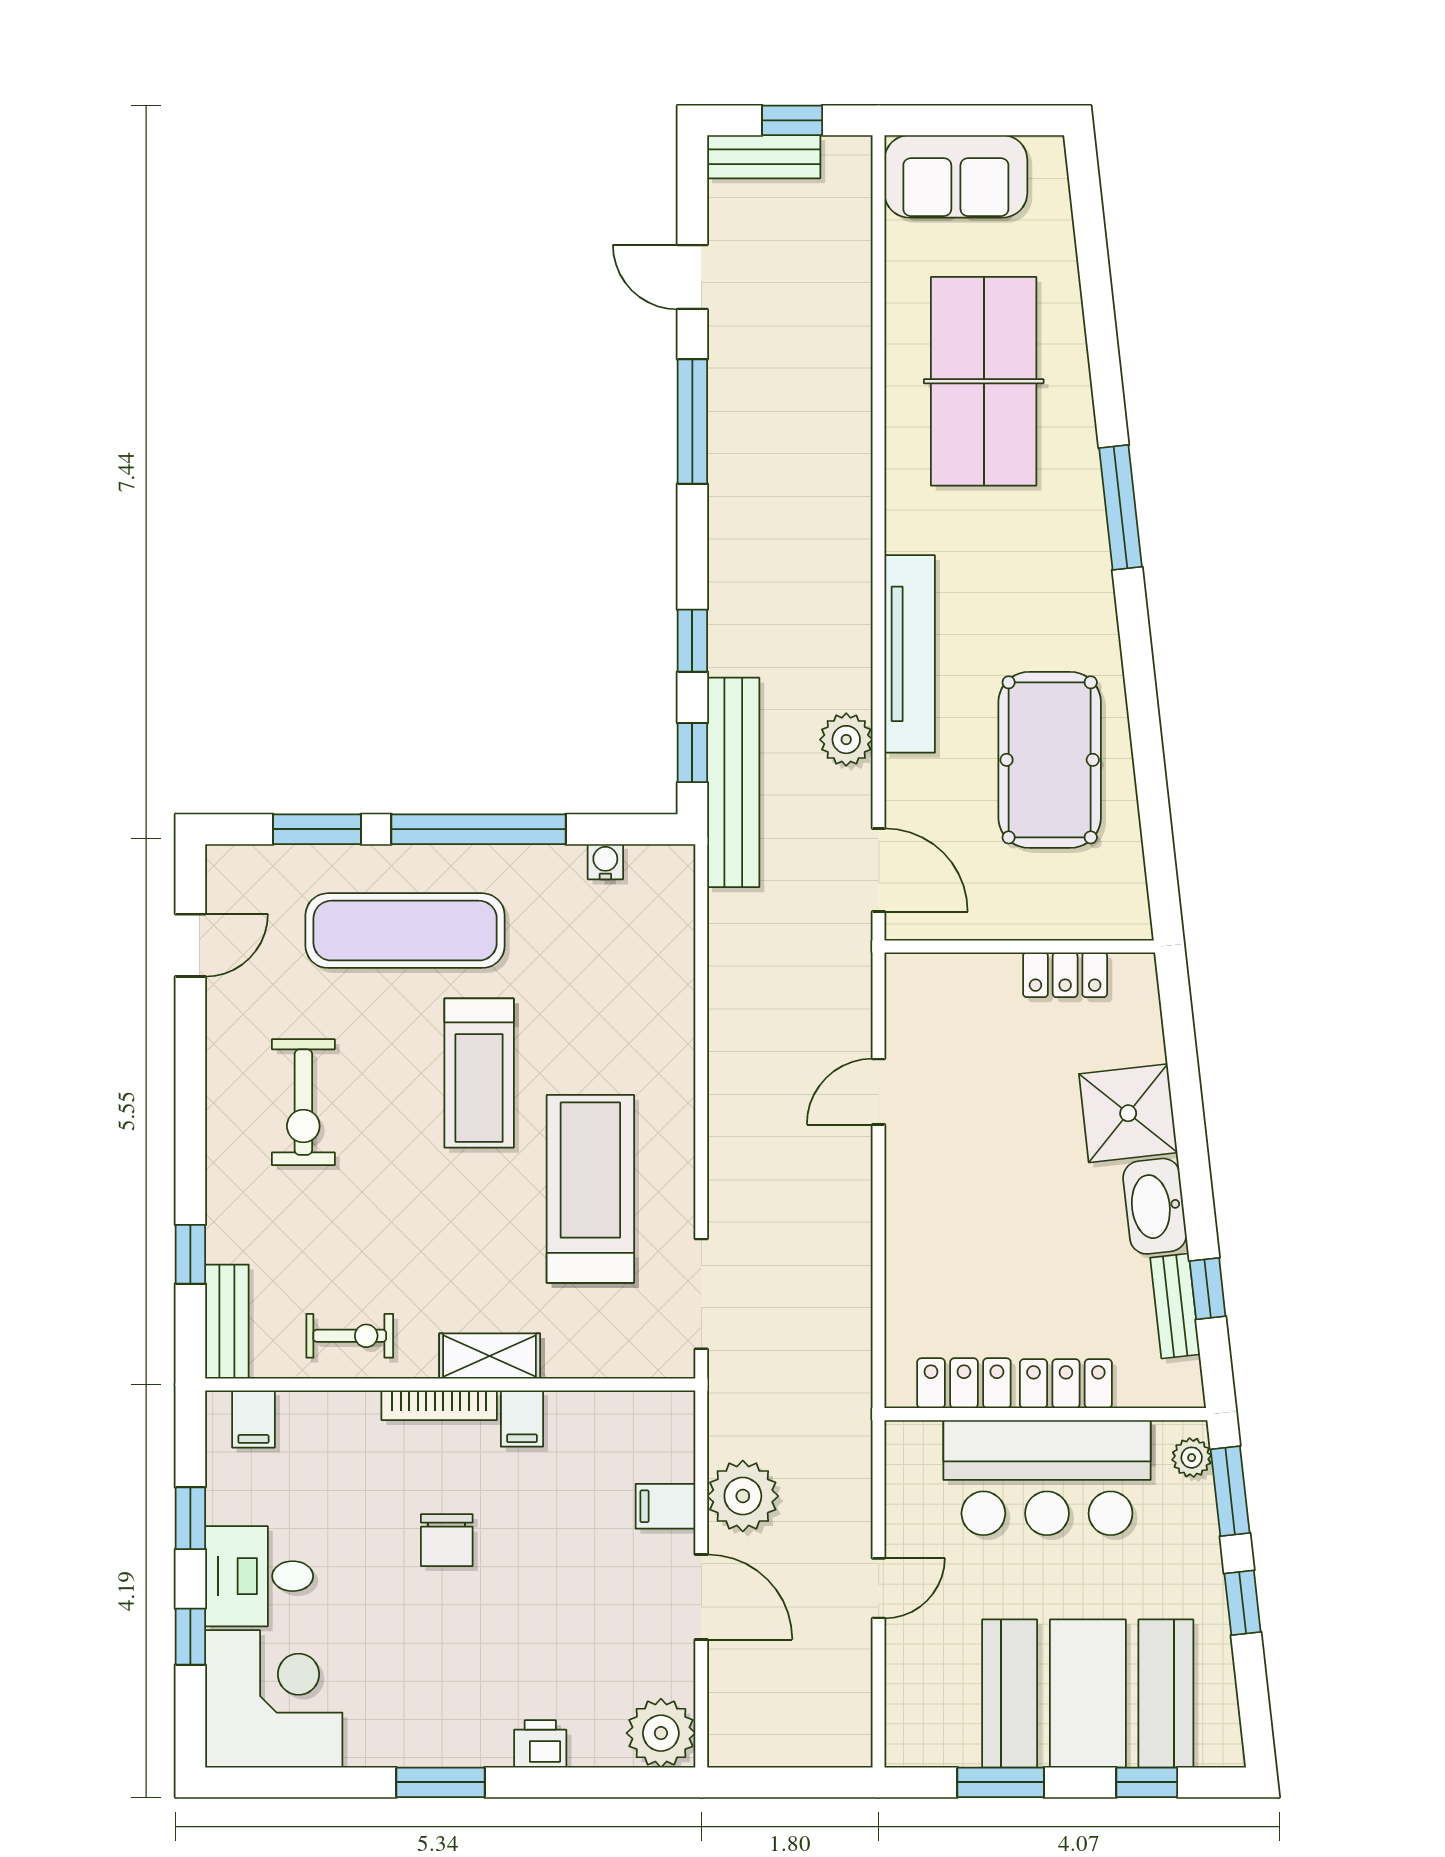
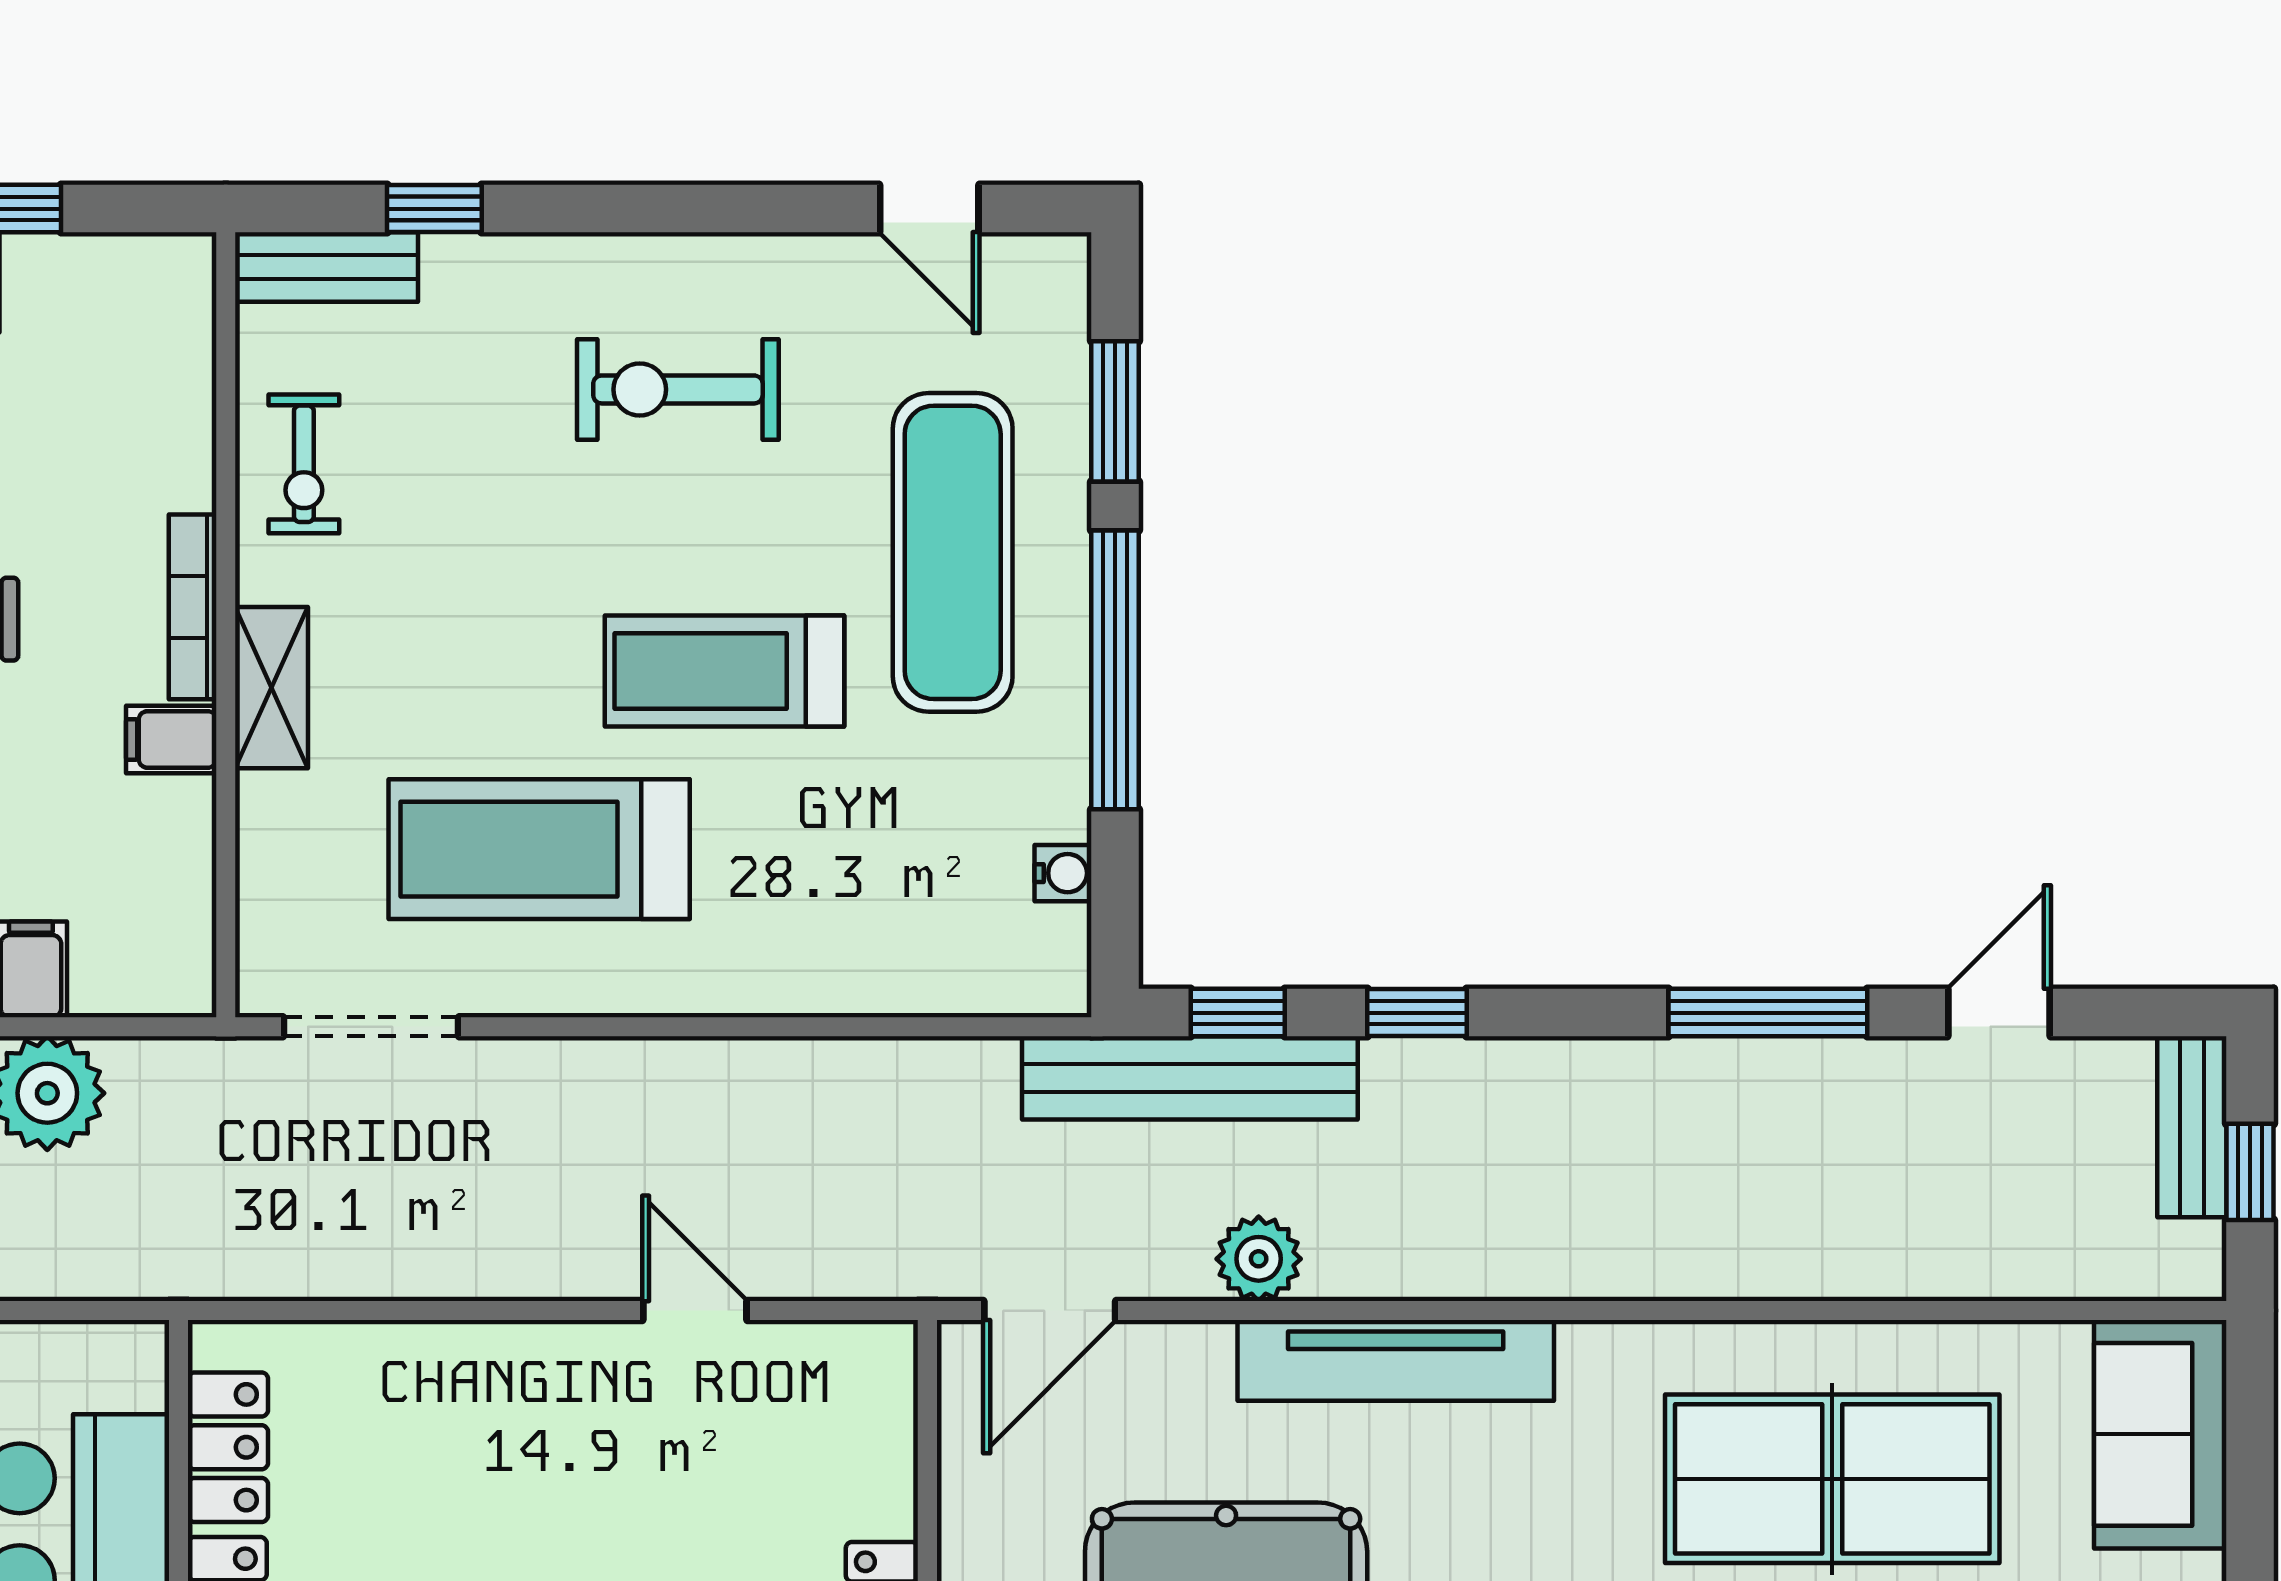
treadmill: (590, 1189) -> (539, 849), turned 180
filing cabinet: (253, 1419) -> (171, 310), removed

